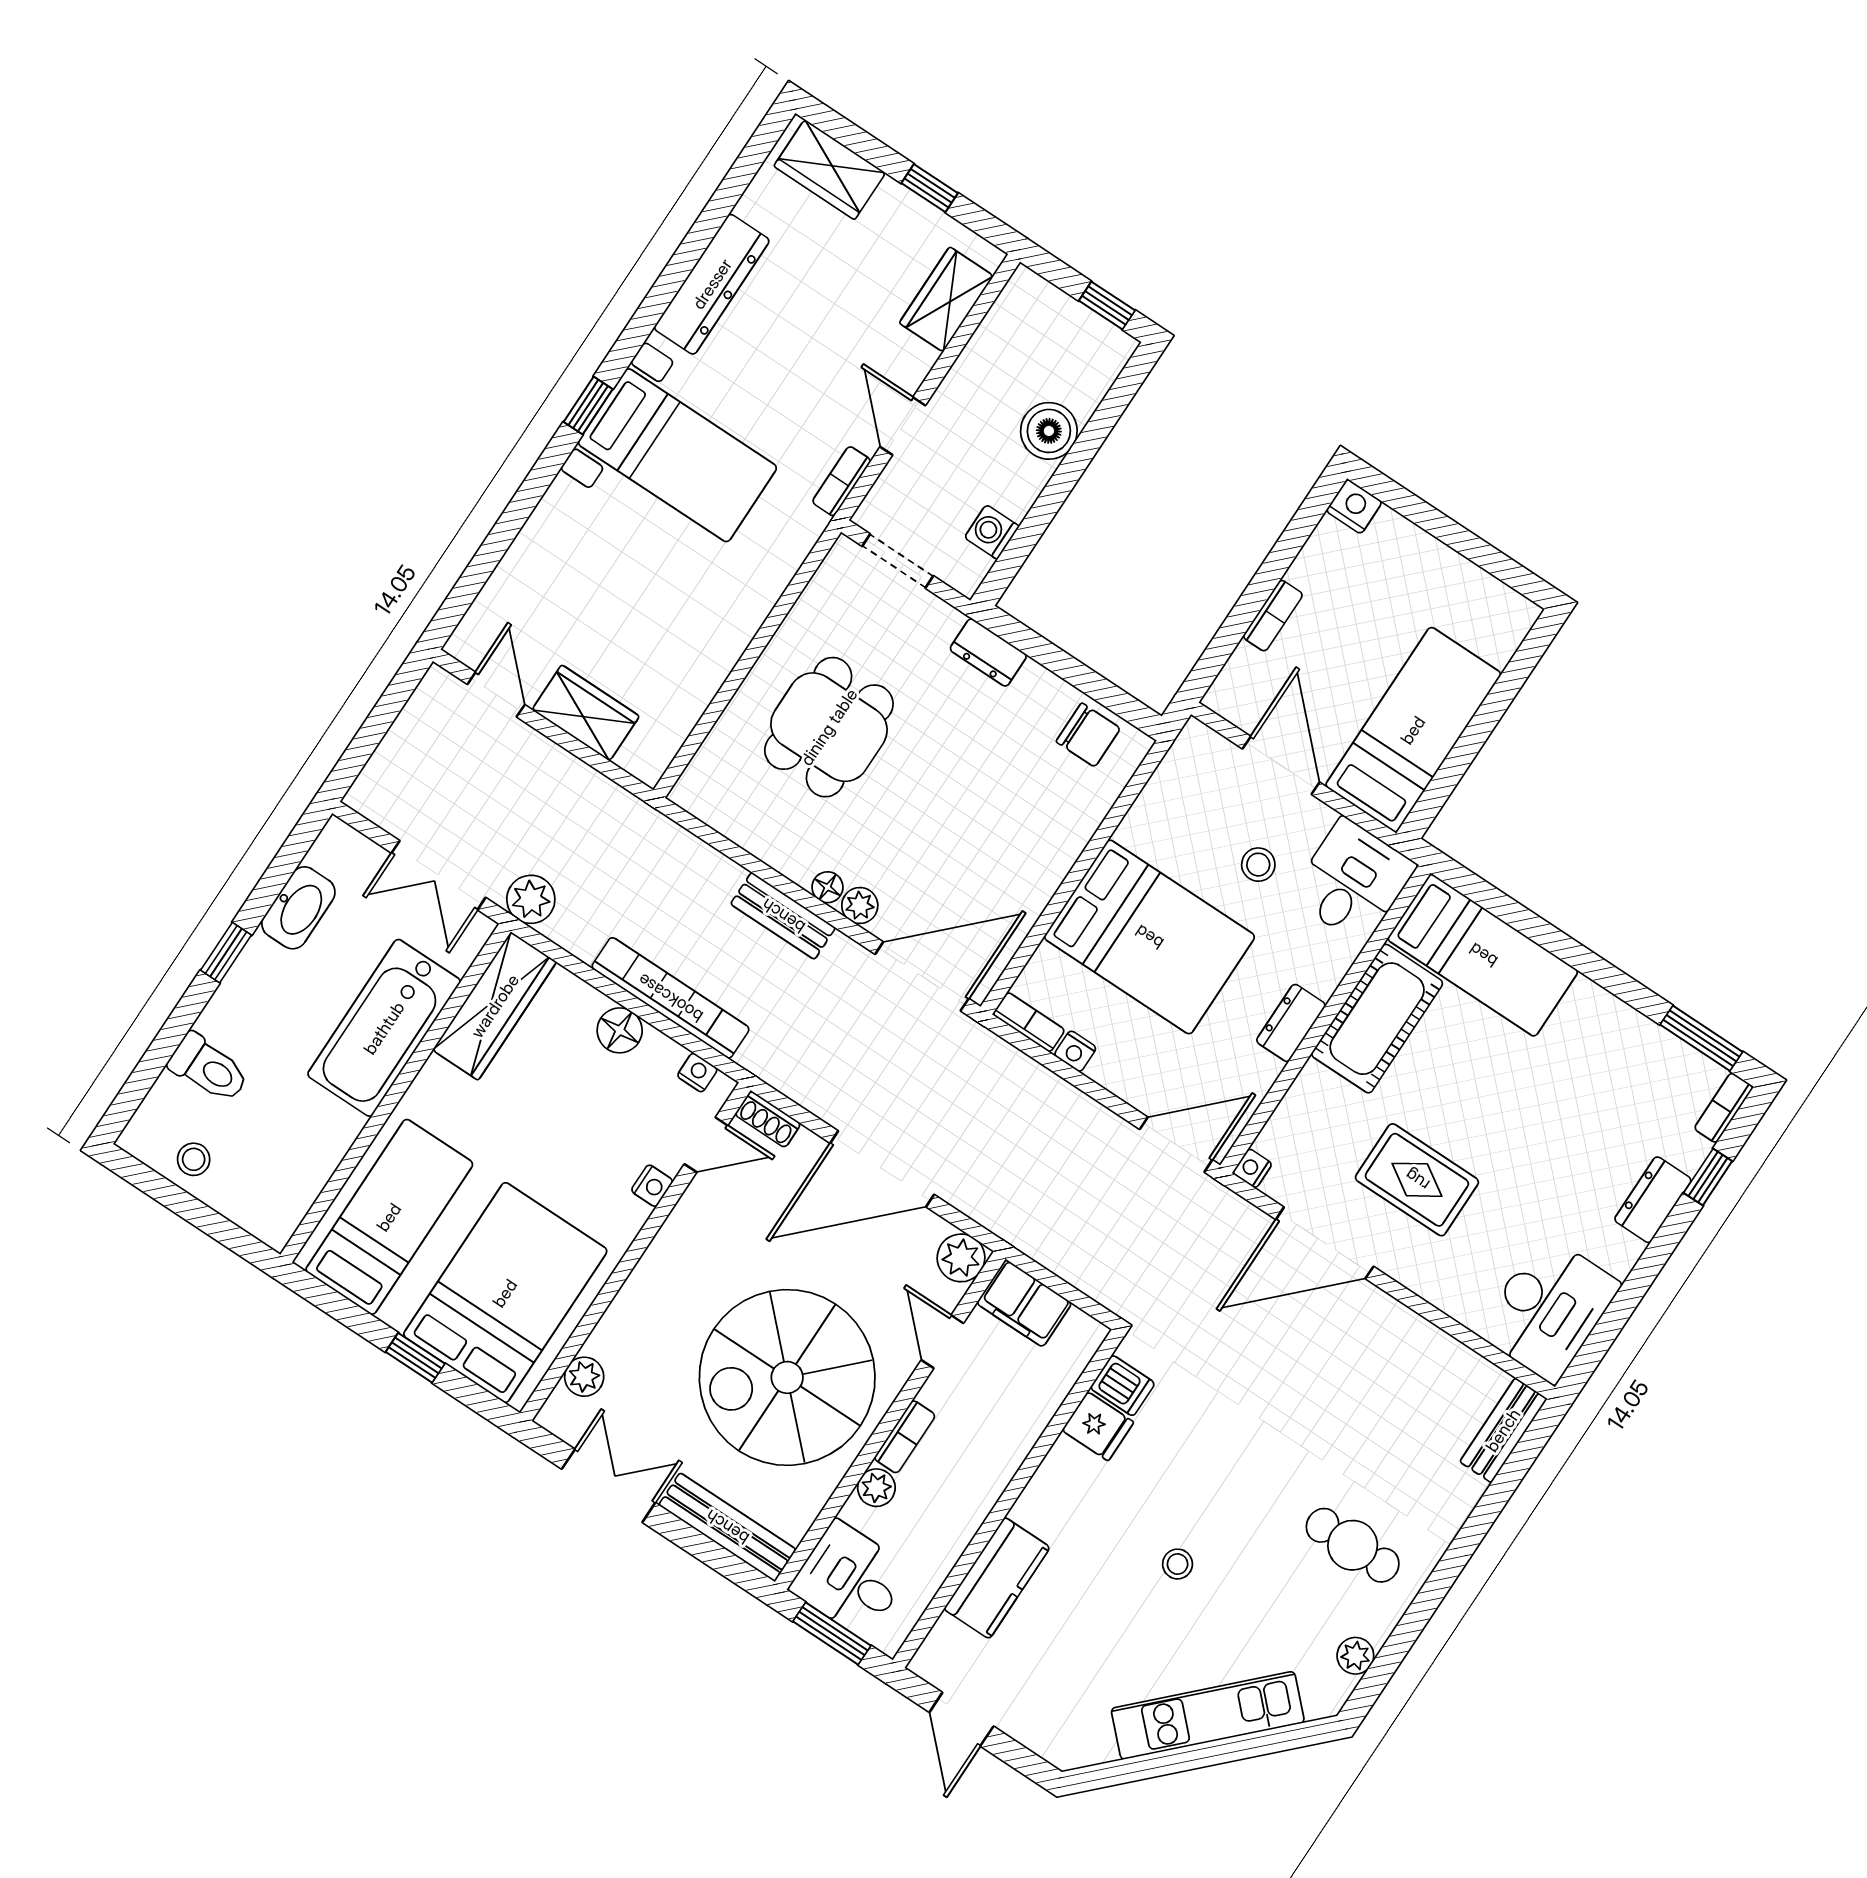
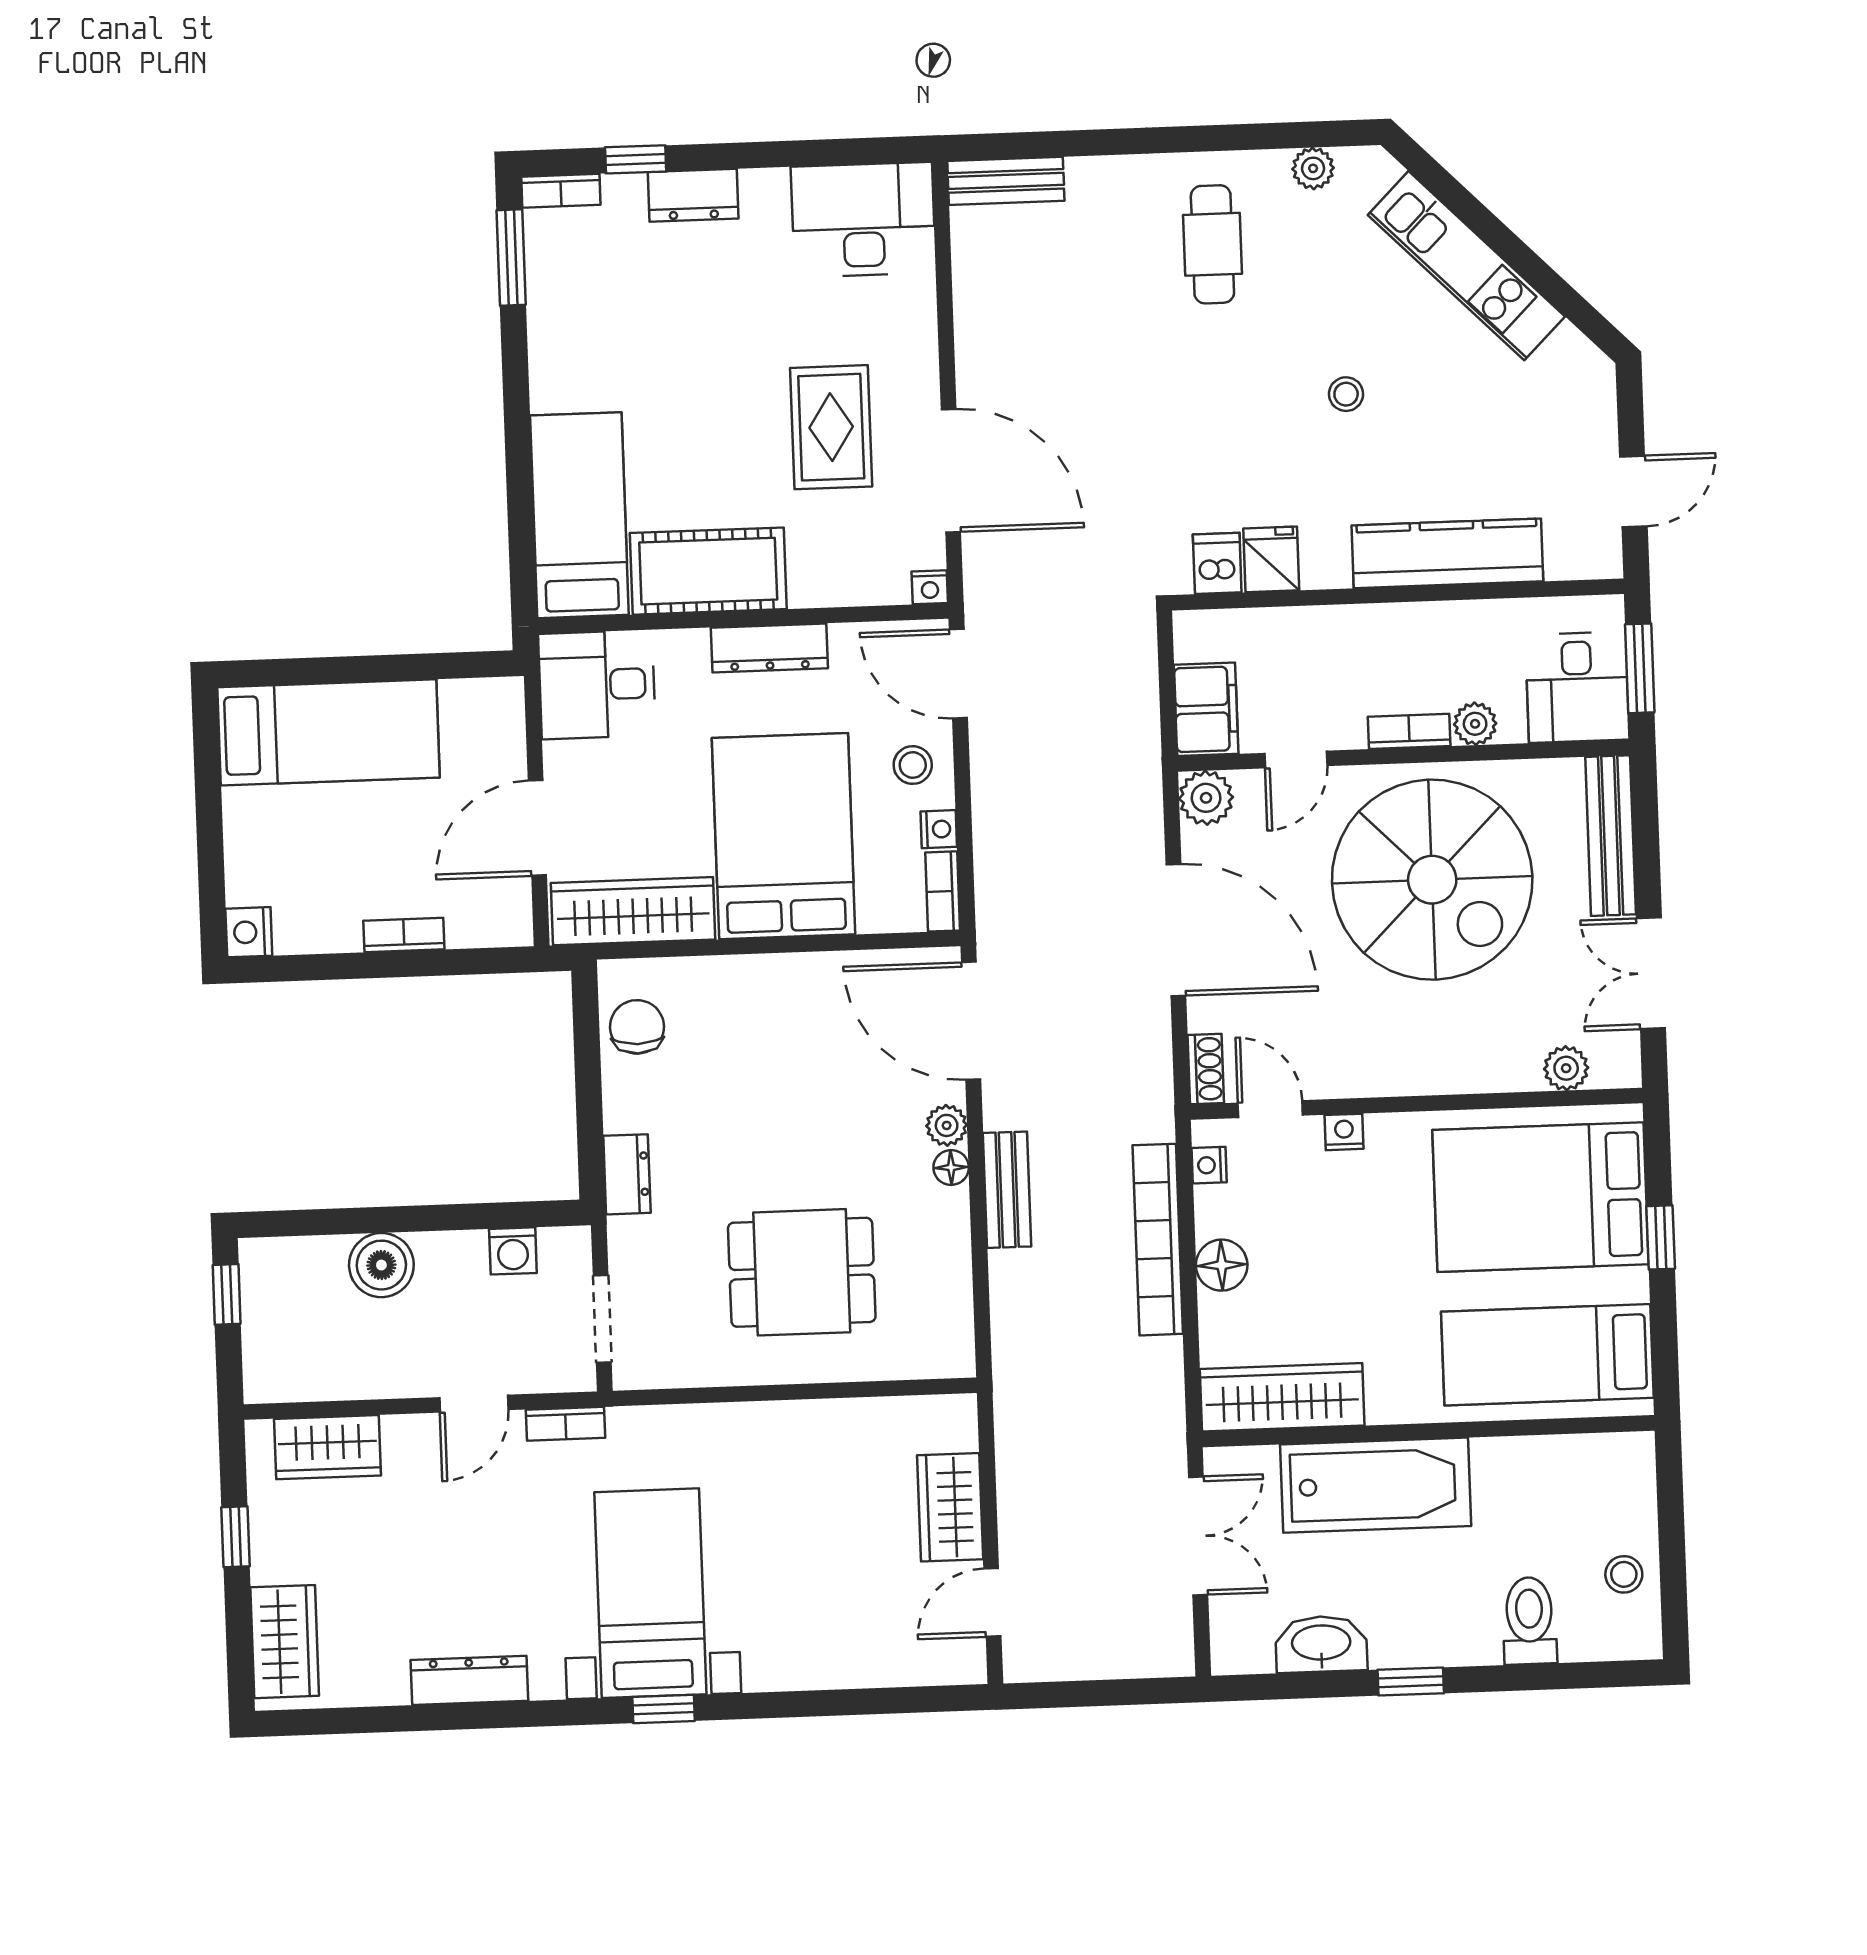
dresser: (712, 284) -> (469, 1680), width x0.73, depth x0.80
bed: (1413, 730) -> (329, 732), moved, turned 180
wardrobe: (1173, 791) -> (633, 911), added
stool: (1258, 865) -> (913, 765), moved
plant: (531, 899) -> (1159, 1434), removed
dresser: (1291, 1023) -> (769, 648), width x1.44
kitchen counter: (997, 1578) -> (1447, 553), width x1.50

